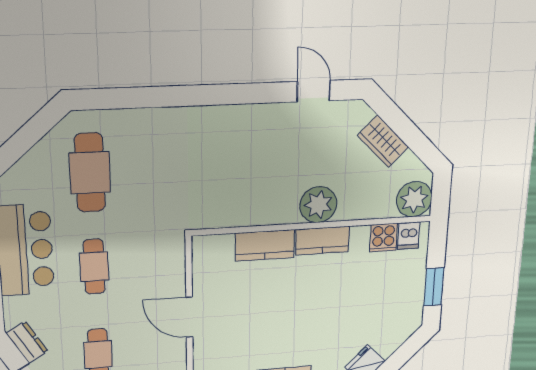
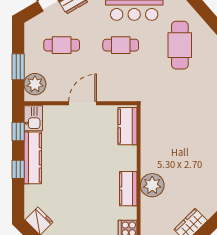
cafe table: (90, 173) -> (180, 45), turned 90
kitchen counter: (265, 245) -> (127, 126), moved

